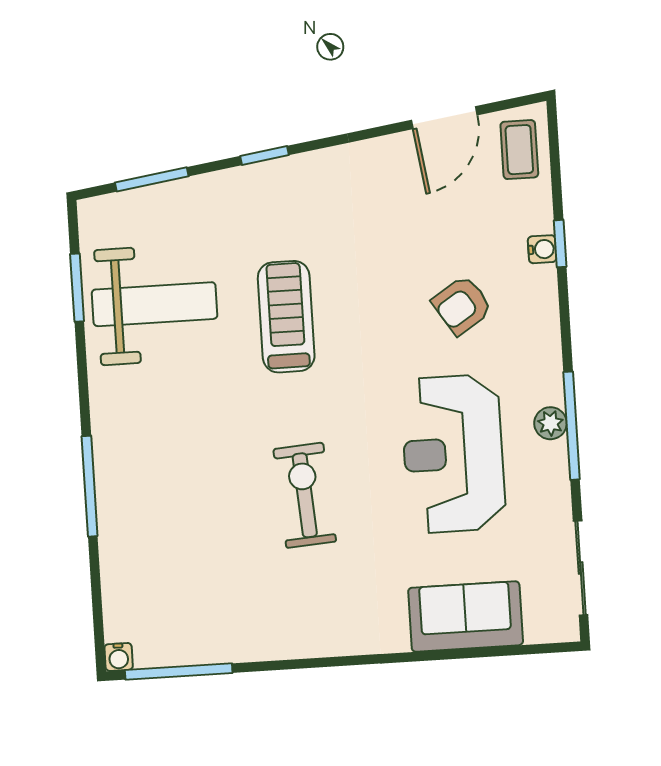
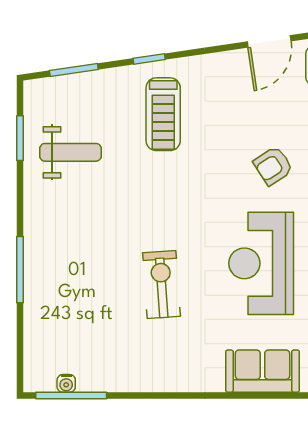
weight bench: (155, 304) -> (70, 152), width x0.73, depth x0.75
treadmill: (286, 317) -> (163, 114), moved, turned 180
water cooler: (119, 657) -> (66, 383), moved

